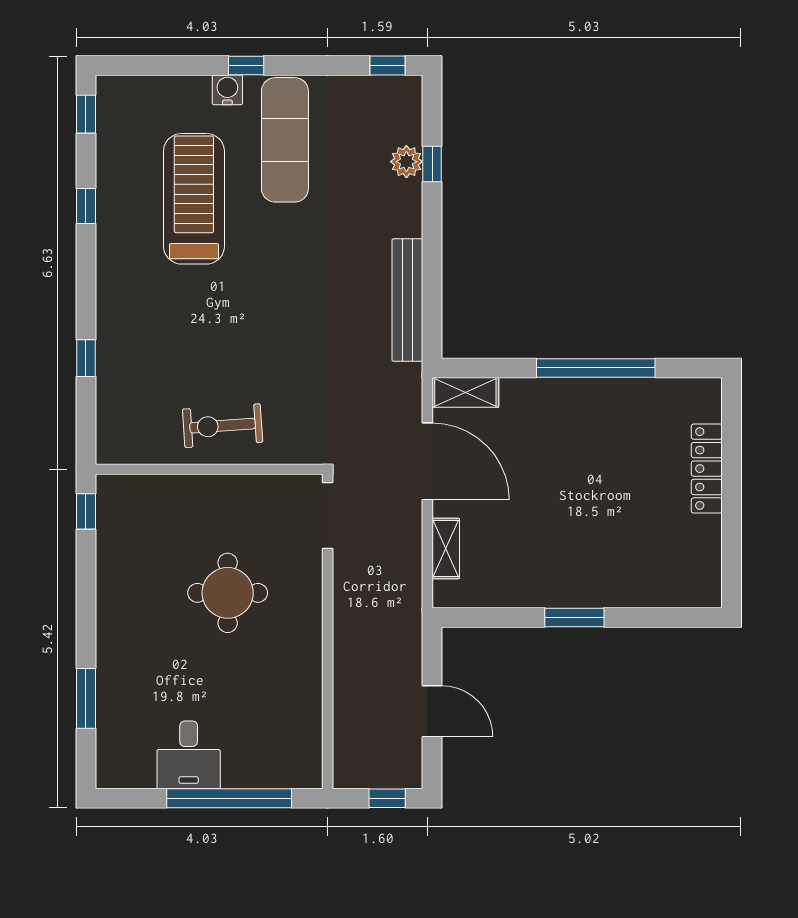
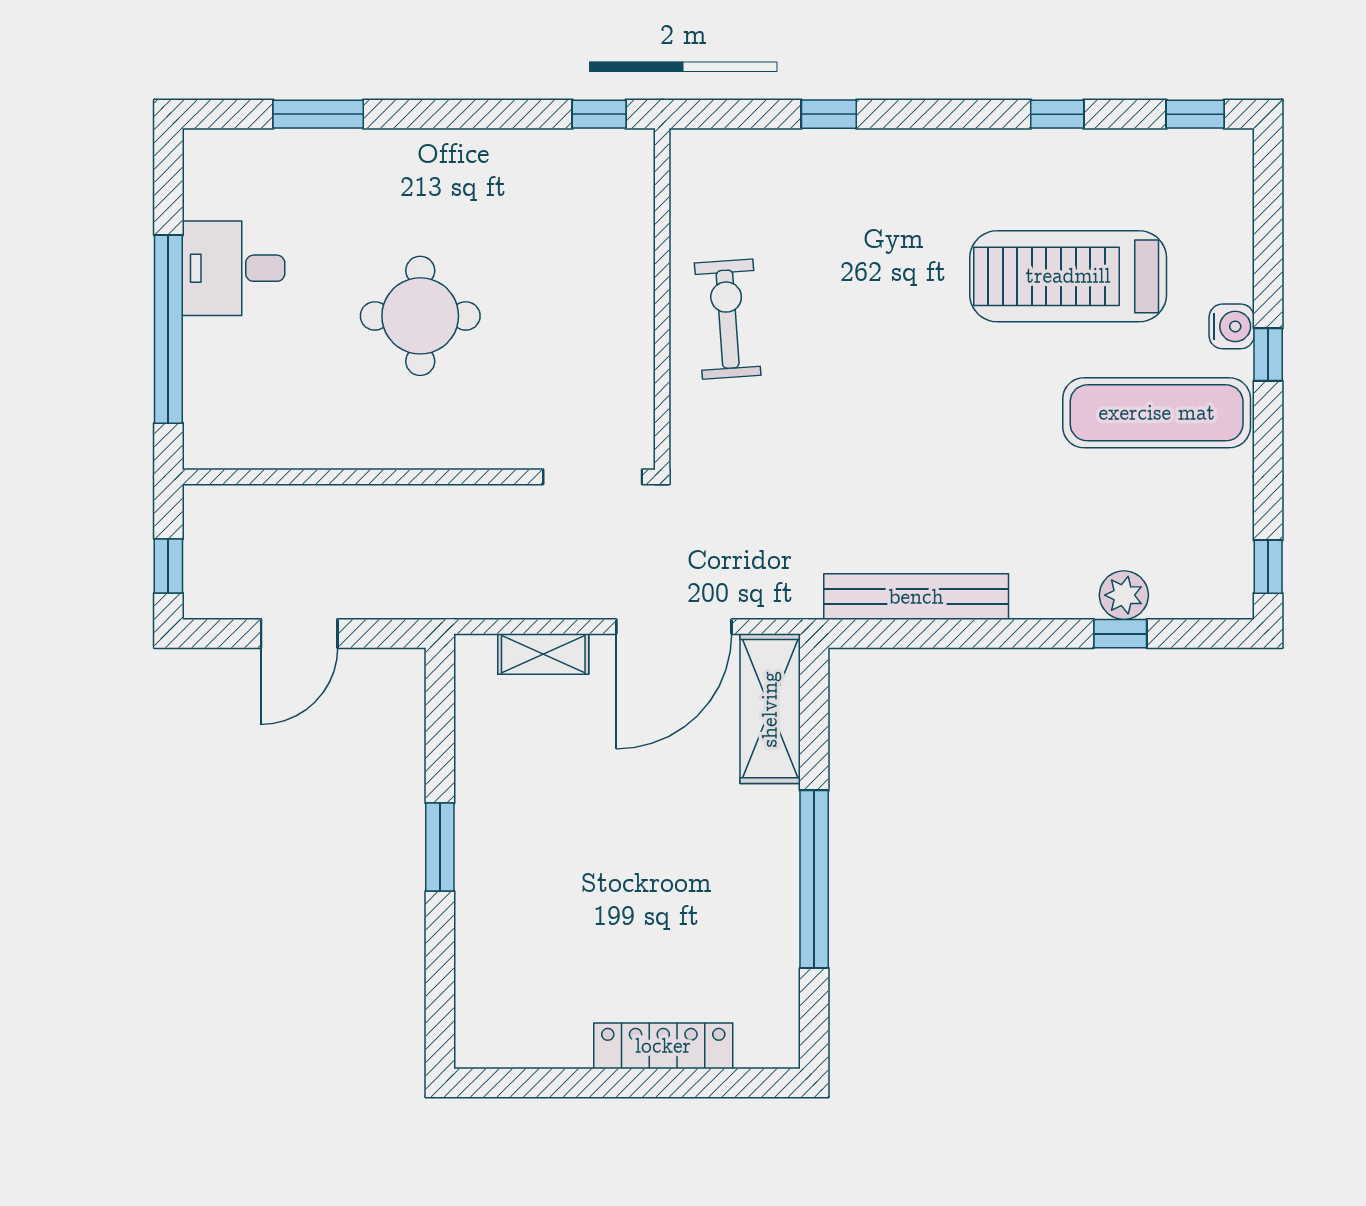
treadmill: (194, 199) -> (1068, 276), turned 180
shelving: (465, 392) -> (770, 709), width x1.50, depth x1.33
round table: (228, 593) -> (420, 316), moved

